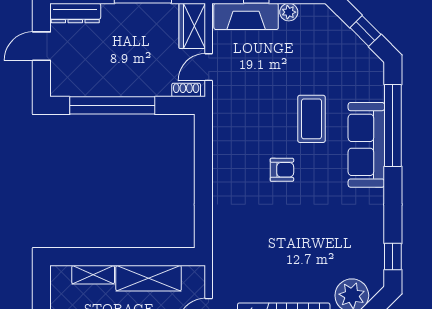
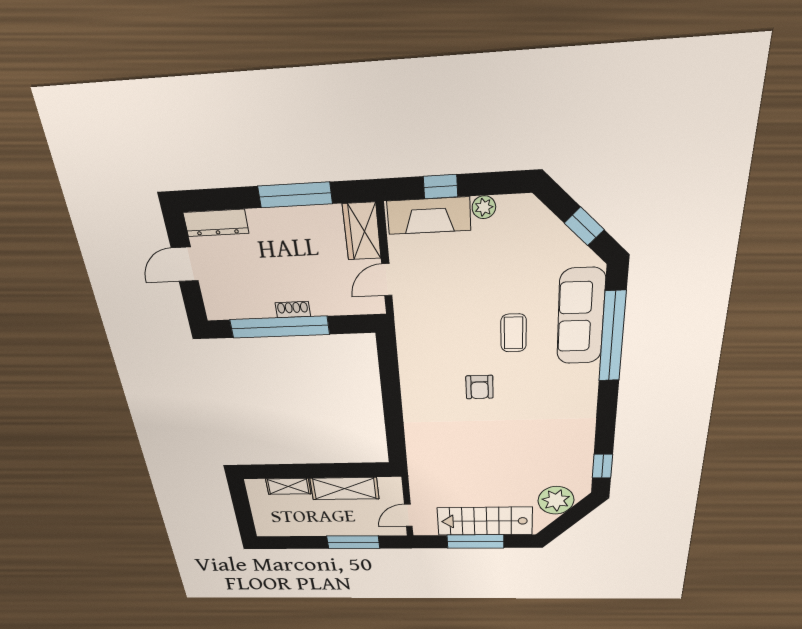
shoe rack: (186, 90) -> (293, 310), moved
coffee table: (311, 119) -> (514, 333), width x0.73, depth x0.77
sofa: (366, 145) -> (581, 317), moved
armchair: (282, 170) -> (480, 387), turned 90

